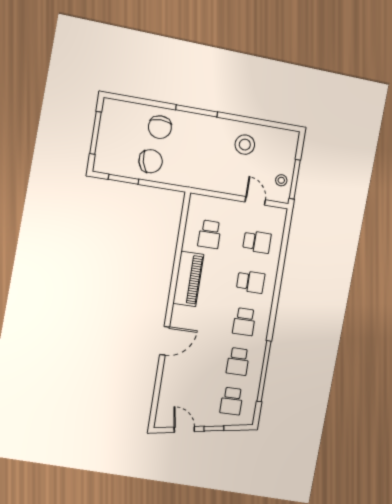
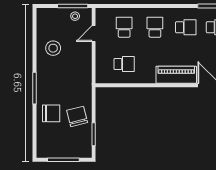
piano: (188, 279) -> (176, 75), moved

